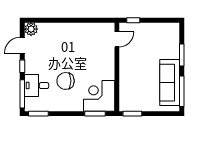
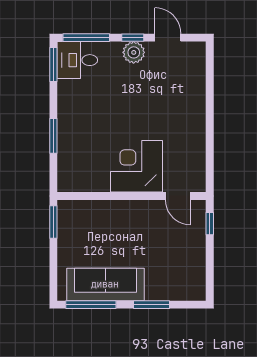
plant: (31, 29) -> (134, 52), moved
chair: (66, 81) -> (108, 110), removed
desk: (37, 86) -> (77, 60), moved, turned -90
corner desk: (99, 96) -> (137, 166), moved, turned -90
window: (95, 114) -> (53, 136), moved

